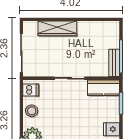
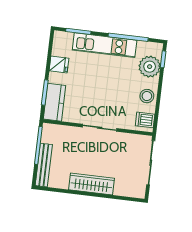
wardrobe: (57, 28) -> (92, 184), moved
bench: (114, 63) -> (44, 165), moved, width x1.36
kitchen counter: (104, 88) -> (54, 102), moved, turned 90

